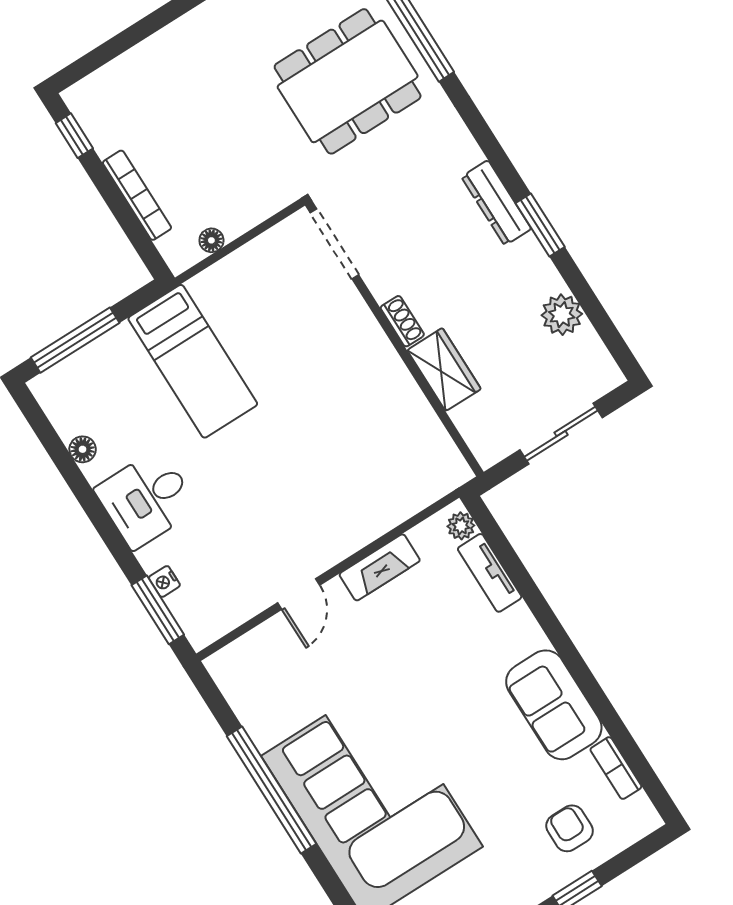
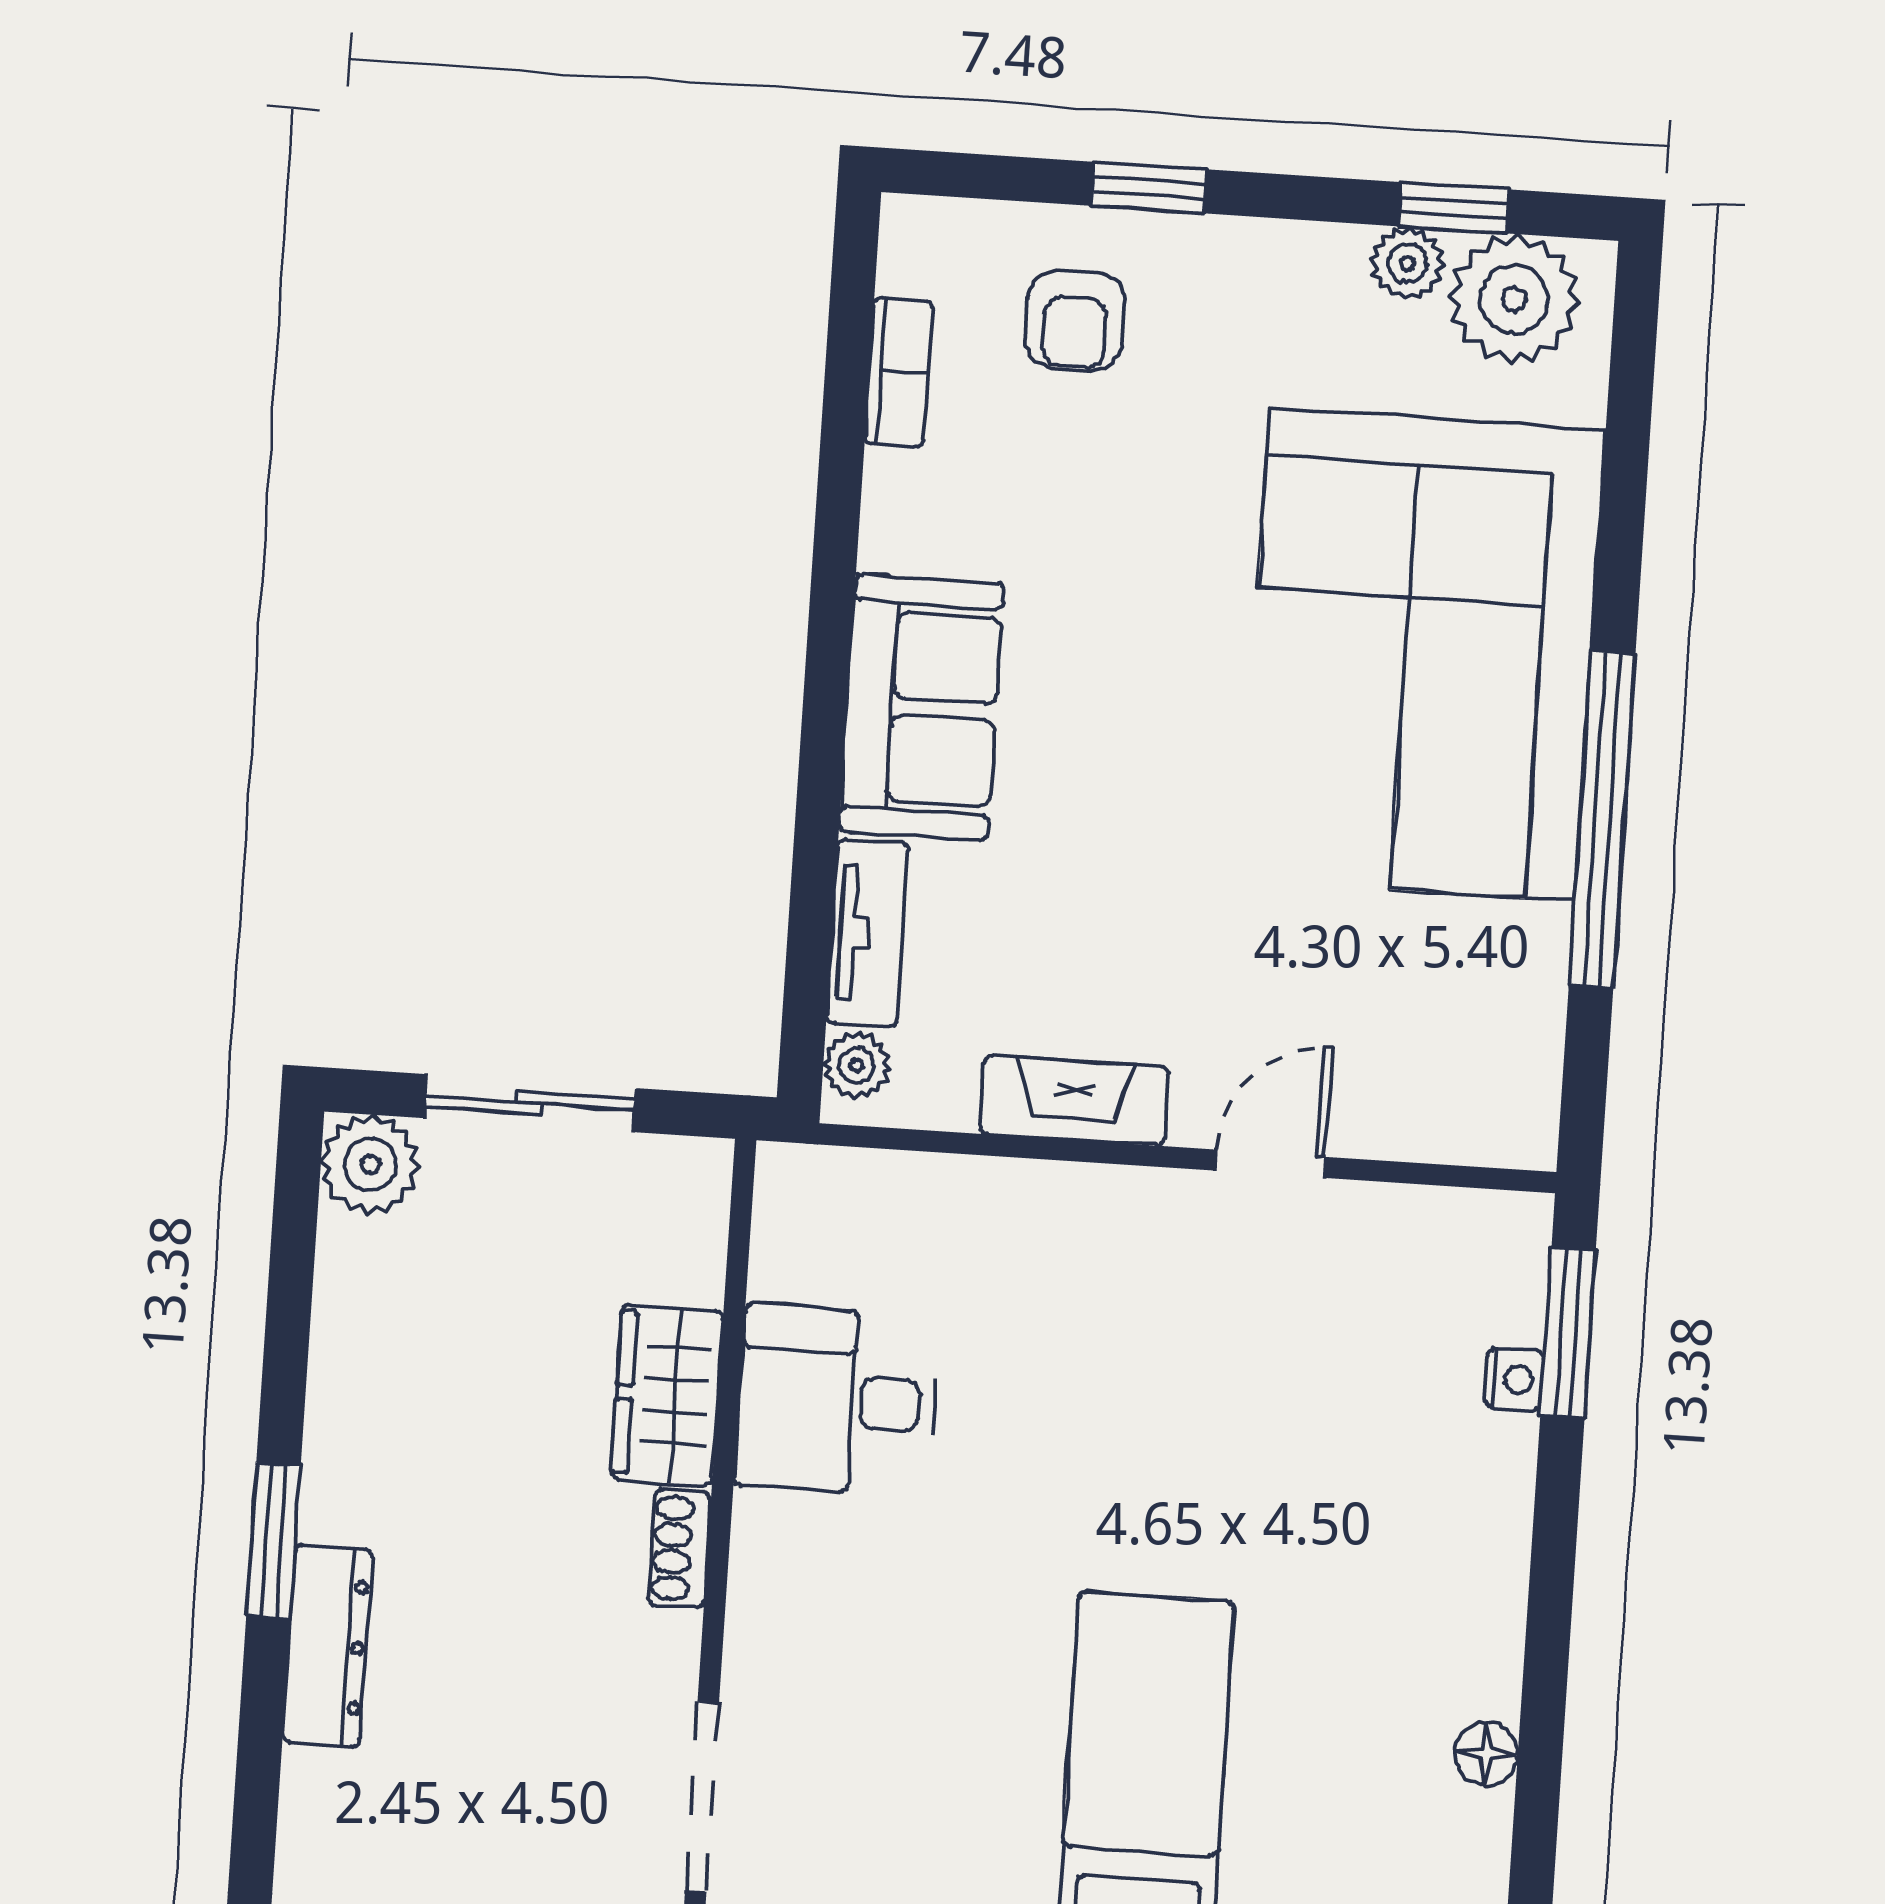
plant: (562, 315) -> (370, 1164), moved
desk: (146, 499) -> (837, 1401), moved, turned 180
sofa: (554, 705) -> (922, 708), moved

